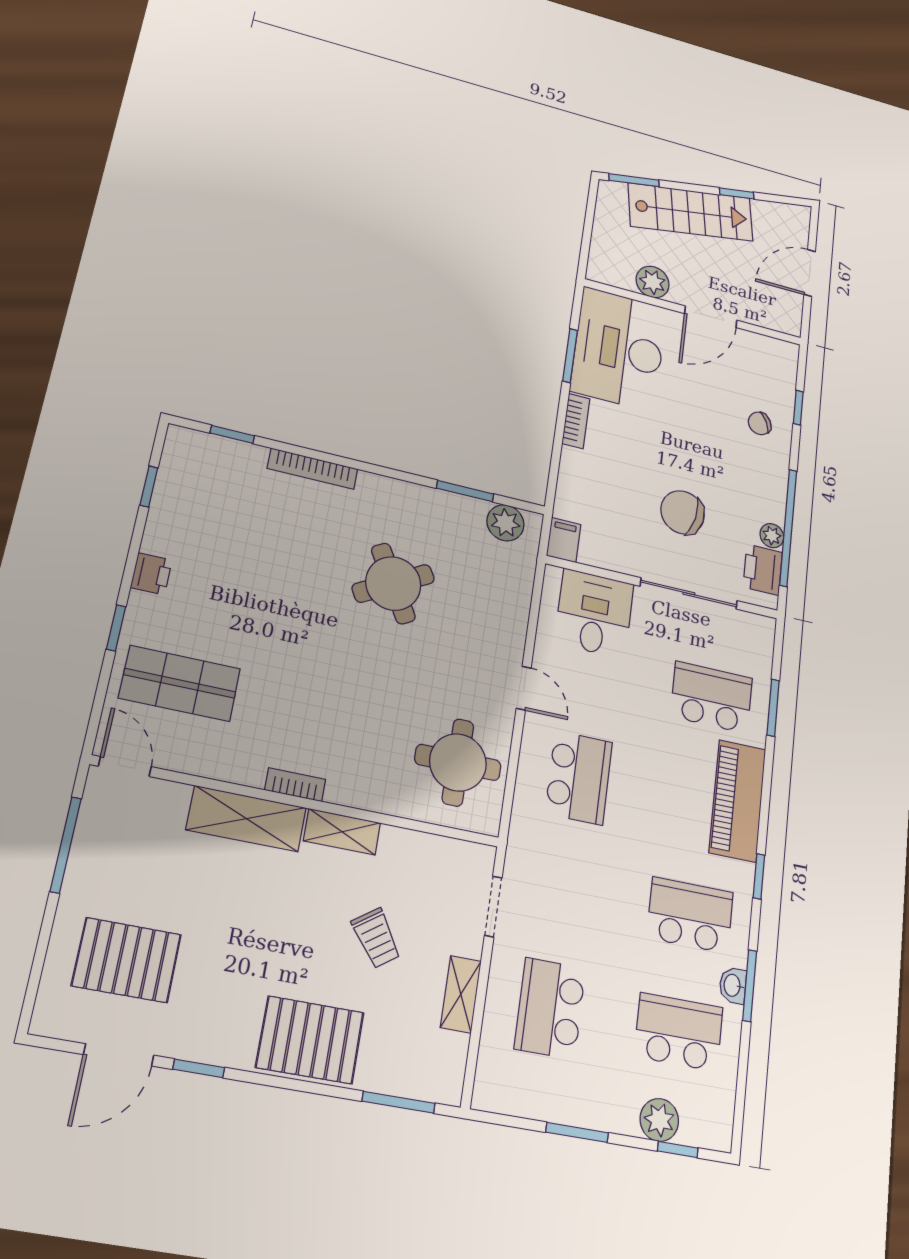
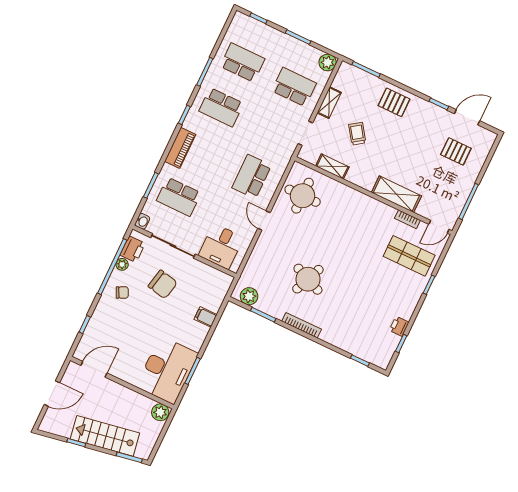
plant: (653, 282) -> (160, 412), moved
door: (711, 317) -> (94, 369), moved
bookcase: (576, 421) -> (200, 338), removed
chair: (760, 423) -> (122, 292), moved
bookcase: (313, 469) -> (302, 325), moved
filing cabinet: (564, 540) -> (206, 317), moved, turned 90
printer: (151, 574) -> (399, 326), moved
round table: (393, 583) -> (308, 279), turned -38
door: (125, 767) -> (439, 227), hinge flipped
bookcase: (295, 785) -> (407, 219), moved
piano: (738, 801) -> (180, 148), width x0.73, depth x0.75
shelving: (342, 832) -> (332, 166), moved
pallet: (127, 960) -> (456, 151), width x0.67, depth x0.71
washbasin: (733, 985) -> (142, 221), moved
school desk: (550, 1008) -> (294, 87), turned -90
school desk: (679, 1032) -> (242, 62), turned 180
pallet: (310, 1040) -> (394, 102), width x0.67, depth x0.71
plant: (659, 1120) -> (328, 62), moved

